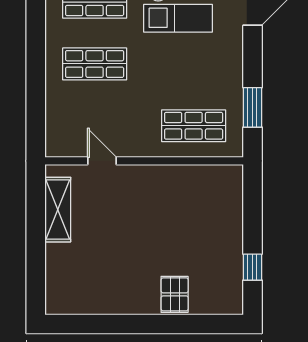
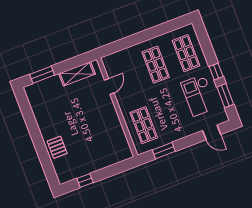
window: (36, 272) -> (42, 75), added
pallet: (175, 294) -> (57, 147), turned 90

